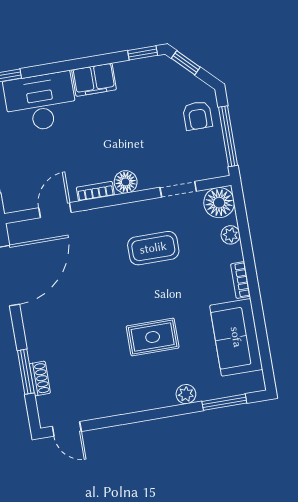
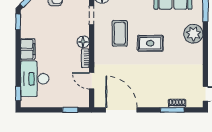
rug: (153, 337) -> (150, 43), moved, turned 90
plant: (186, 394) -> (193, 34), width x1.87, depth x1.87

